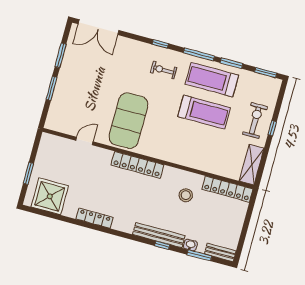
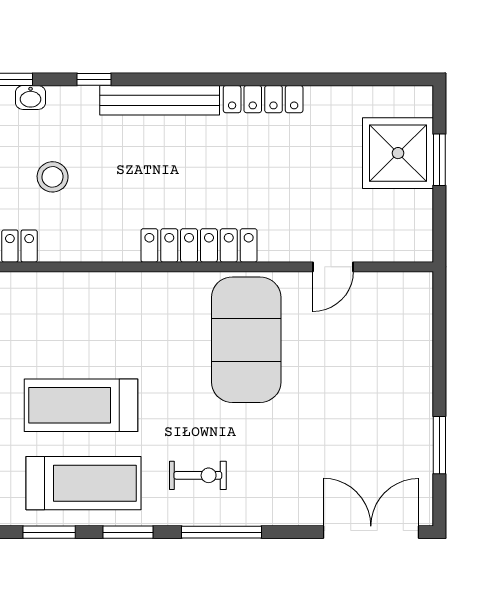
window: (160, 44) -> (222, 532), width x2.17
window: (199, 54) -> (128, 532), width x0.69
window: (52, 88) -> (439, 365), removed
stool: (186, 195) -> (53, 177), moved
shower: (50, 196) -> (398, 153), moved
bench: (159, 235) -> (160, 100), moved

